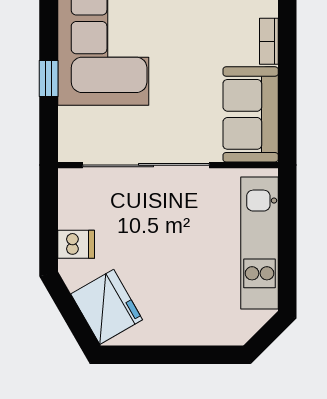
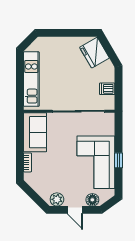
window: (49, 78) -> (119, 160), moved
dishwasher: (76, 244) -> (107, 89), moved

